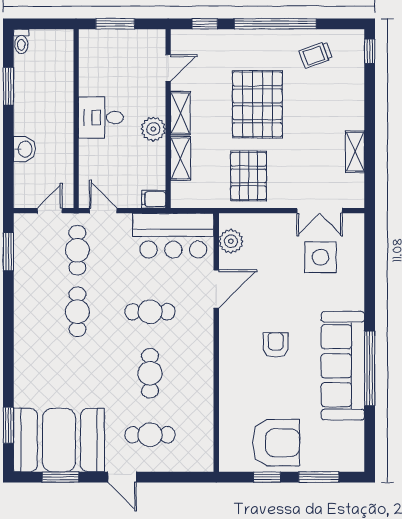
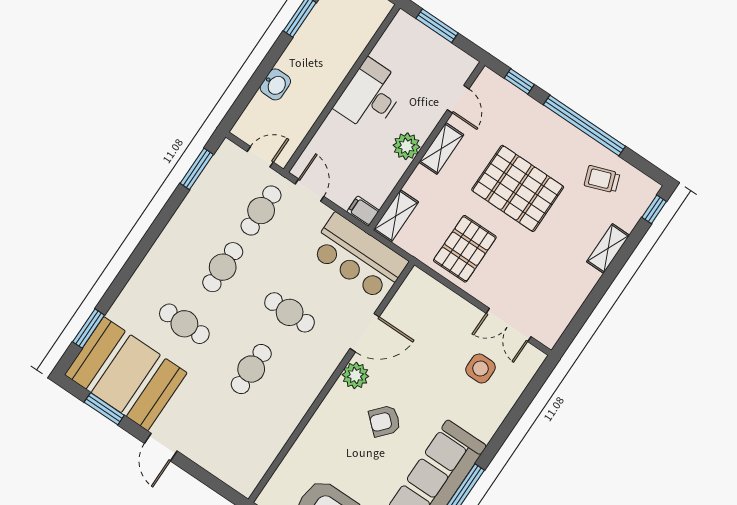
door: (168, 68) -> (458, 99), hinge flipped
pallet: (257, 104) -> (518, 188), turned 90
desk: (101, 118) -> (370, 96), width x1.37
shelving: (355, 152) -> (608, 248), moved
shelving: (181, 158) -> (396, 216), moved
plant: (231, 241) -> (355, 375), moved
side table: (321, 257) -> (480, 368), width x0.73, depth x0.73
armchair: (276, 345) -> (385, 421), turned -138
cafe table: (150, 435) -> (184, 324), moved

